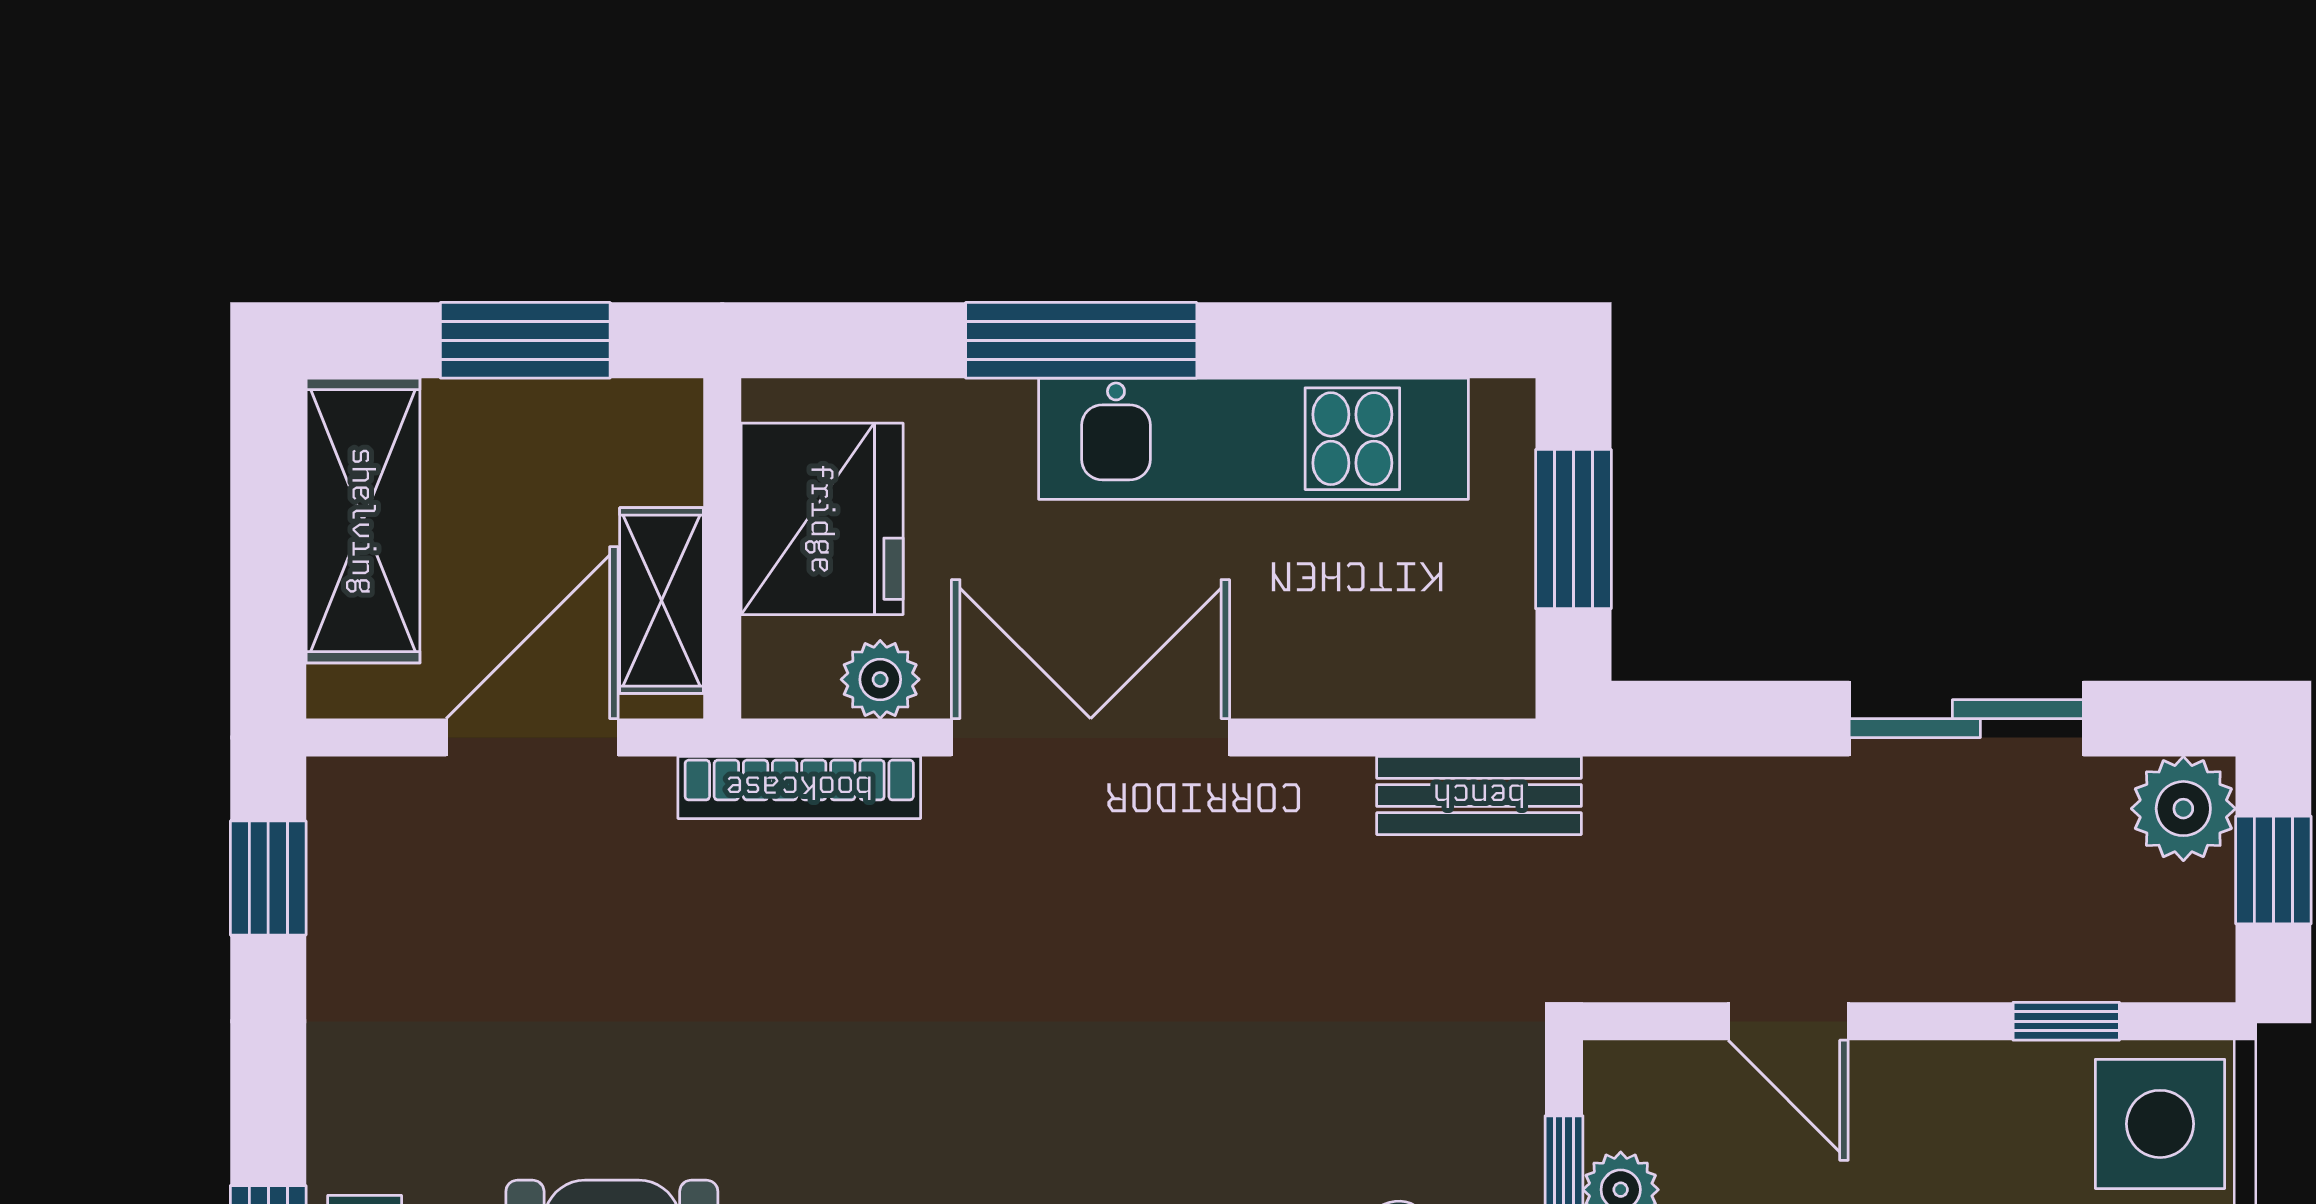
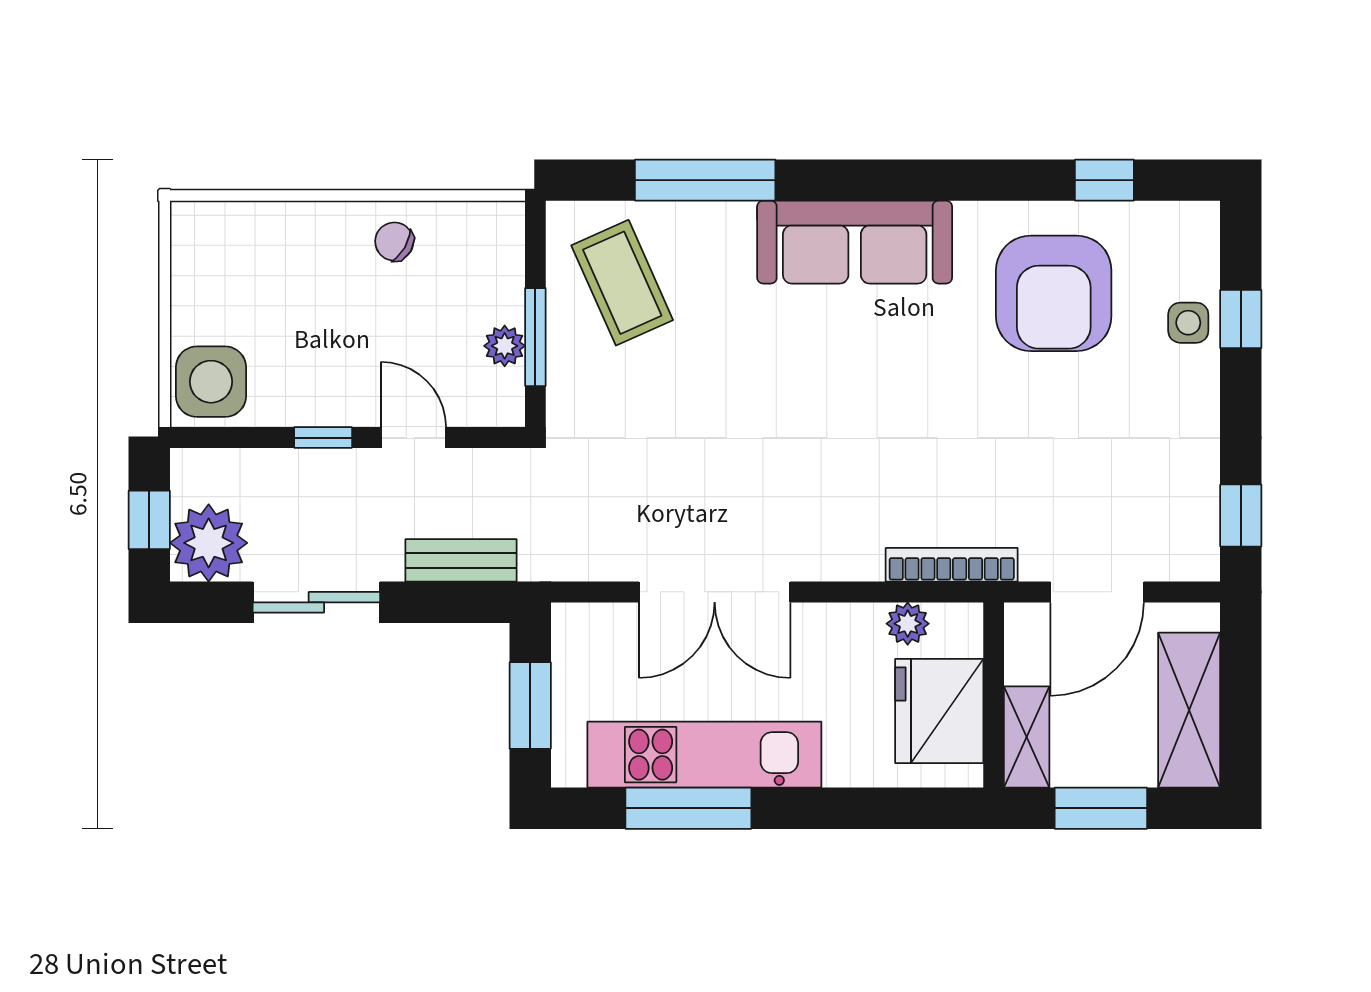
window: (1081, 340) -> (688, 808), moved
shelving: (661, 601) -> (1027, 737), moved
double door: (1091, 738) -> (715, 592), moved
bench: (1479, 795) -> (461, 560), moved
plant: (2183, 809) -> (209, 543), width x1.36, depth x1.36
window: (2066, 1021) -> (323, 438), moved

